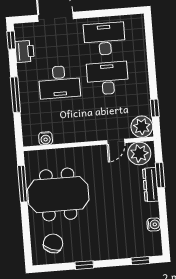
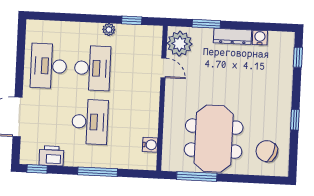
desk: (108, 78) -> (92, 68), turned 180
plant: (142, 127) -> (109, 30), moved, width x0.53, depth x0.53
dresser: (150, 185) -> (233, 36), moved

